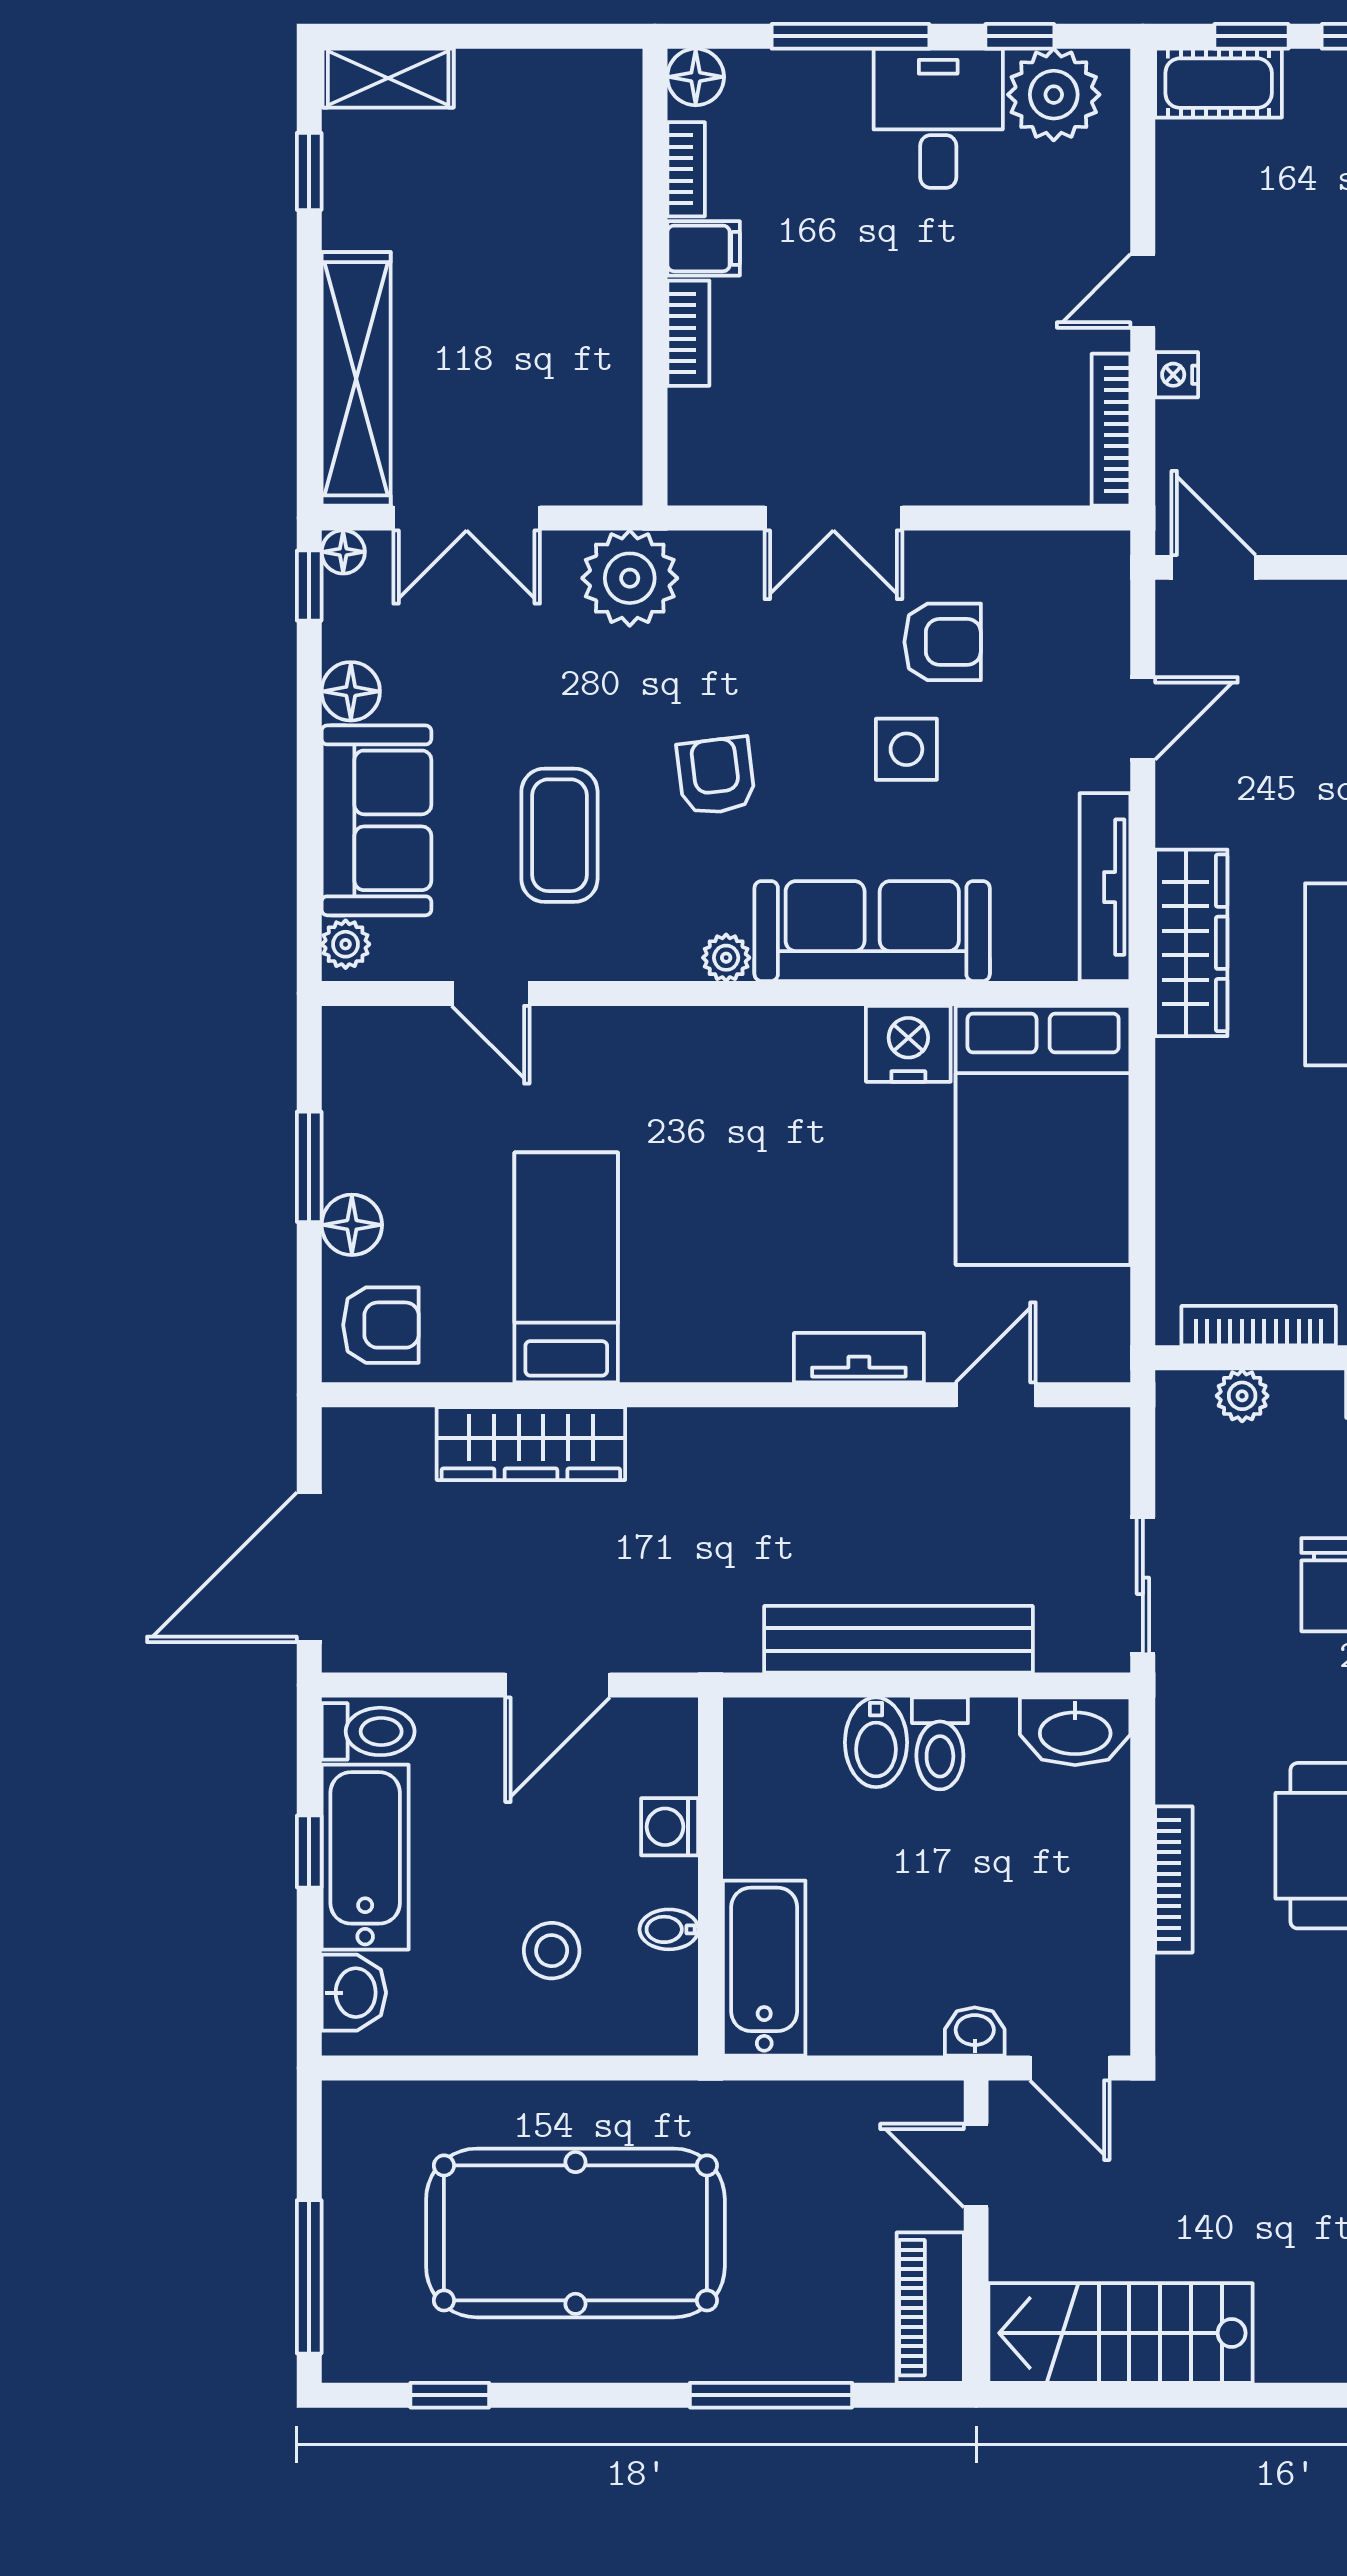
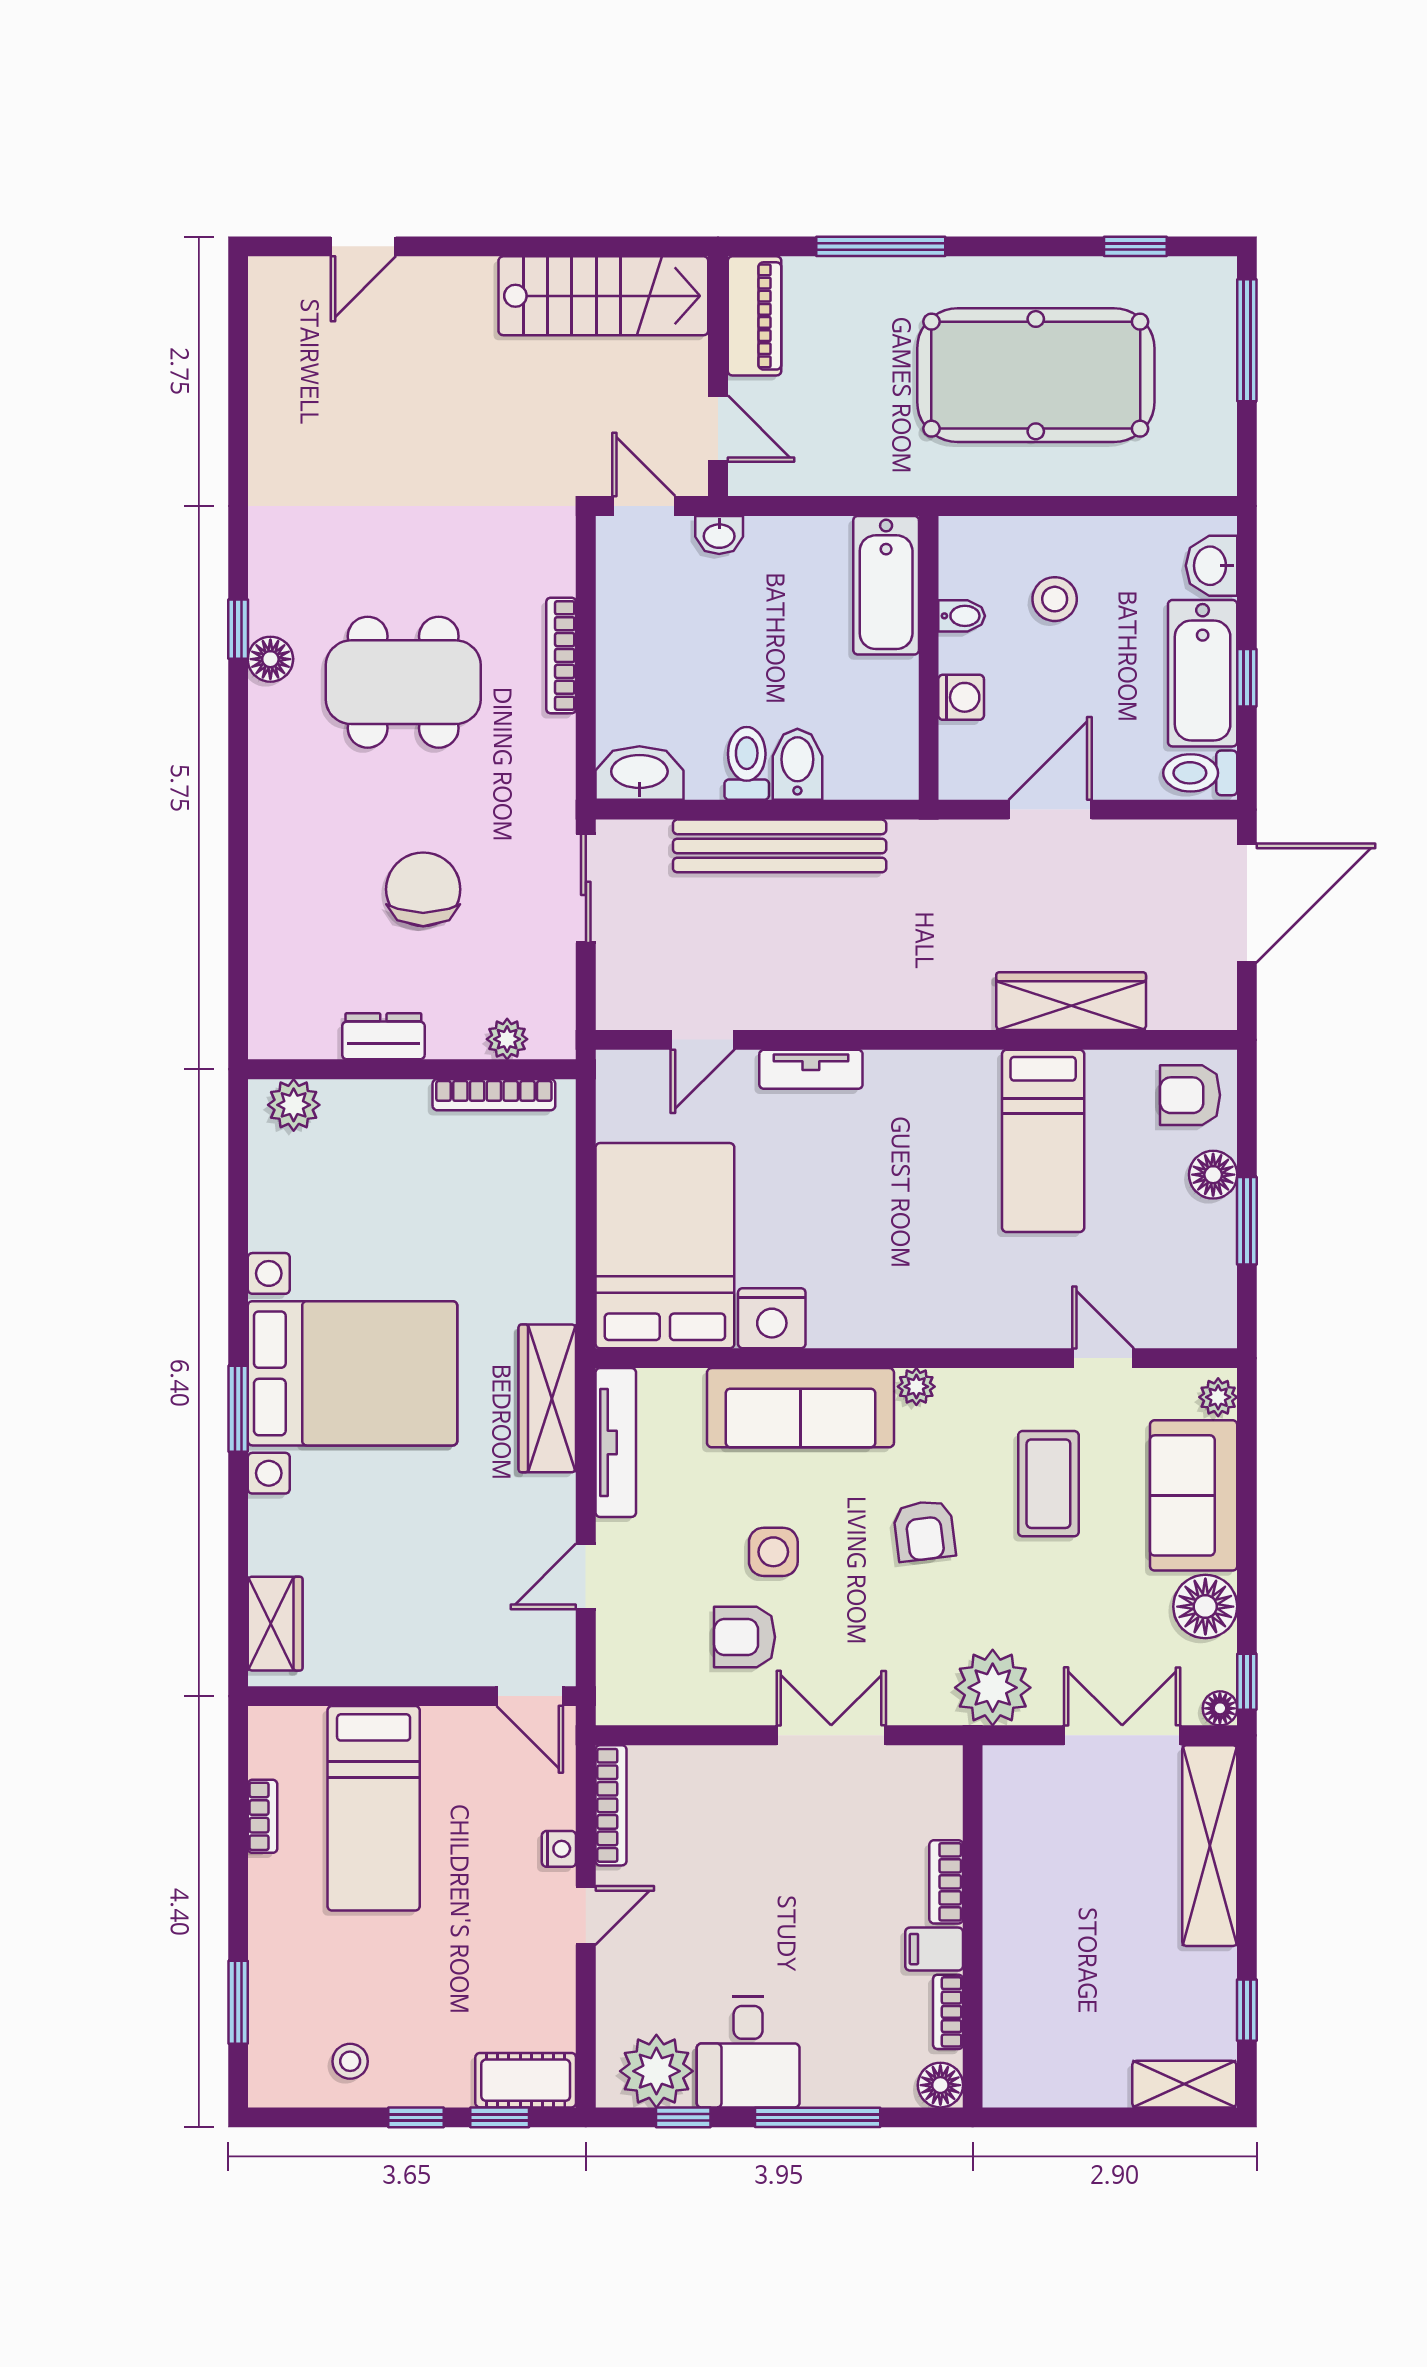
floor lamp: (351, 691) -> (1205, 1607), width x1.38, depth x1.38

